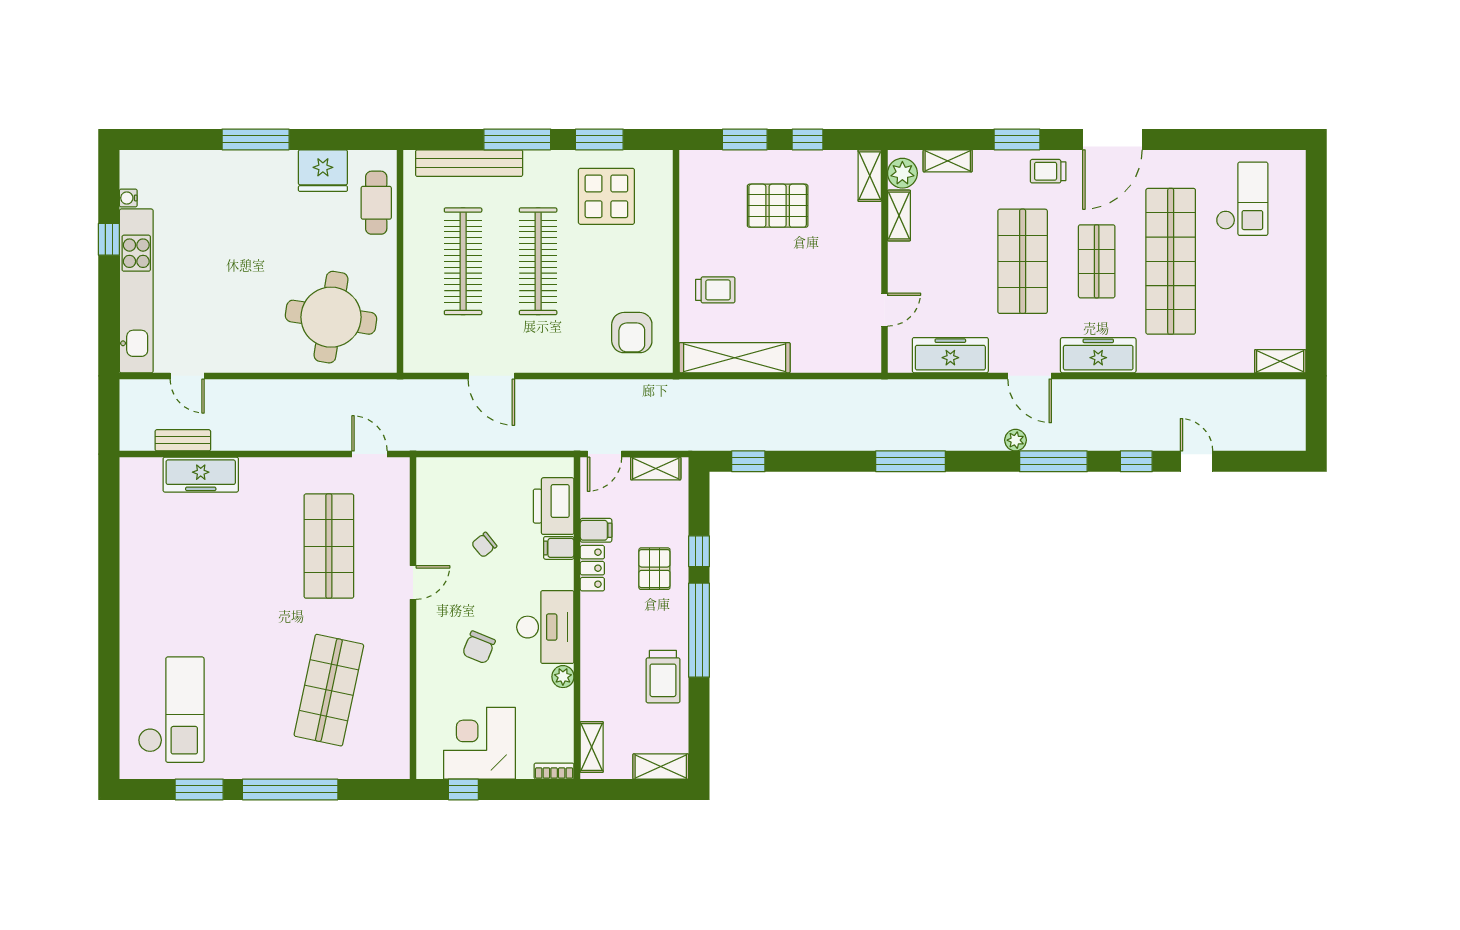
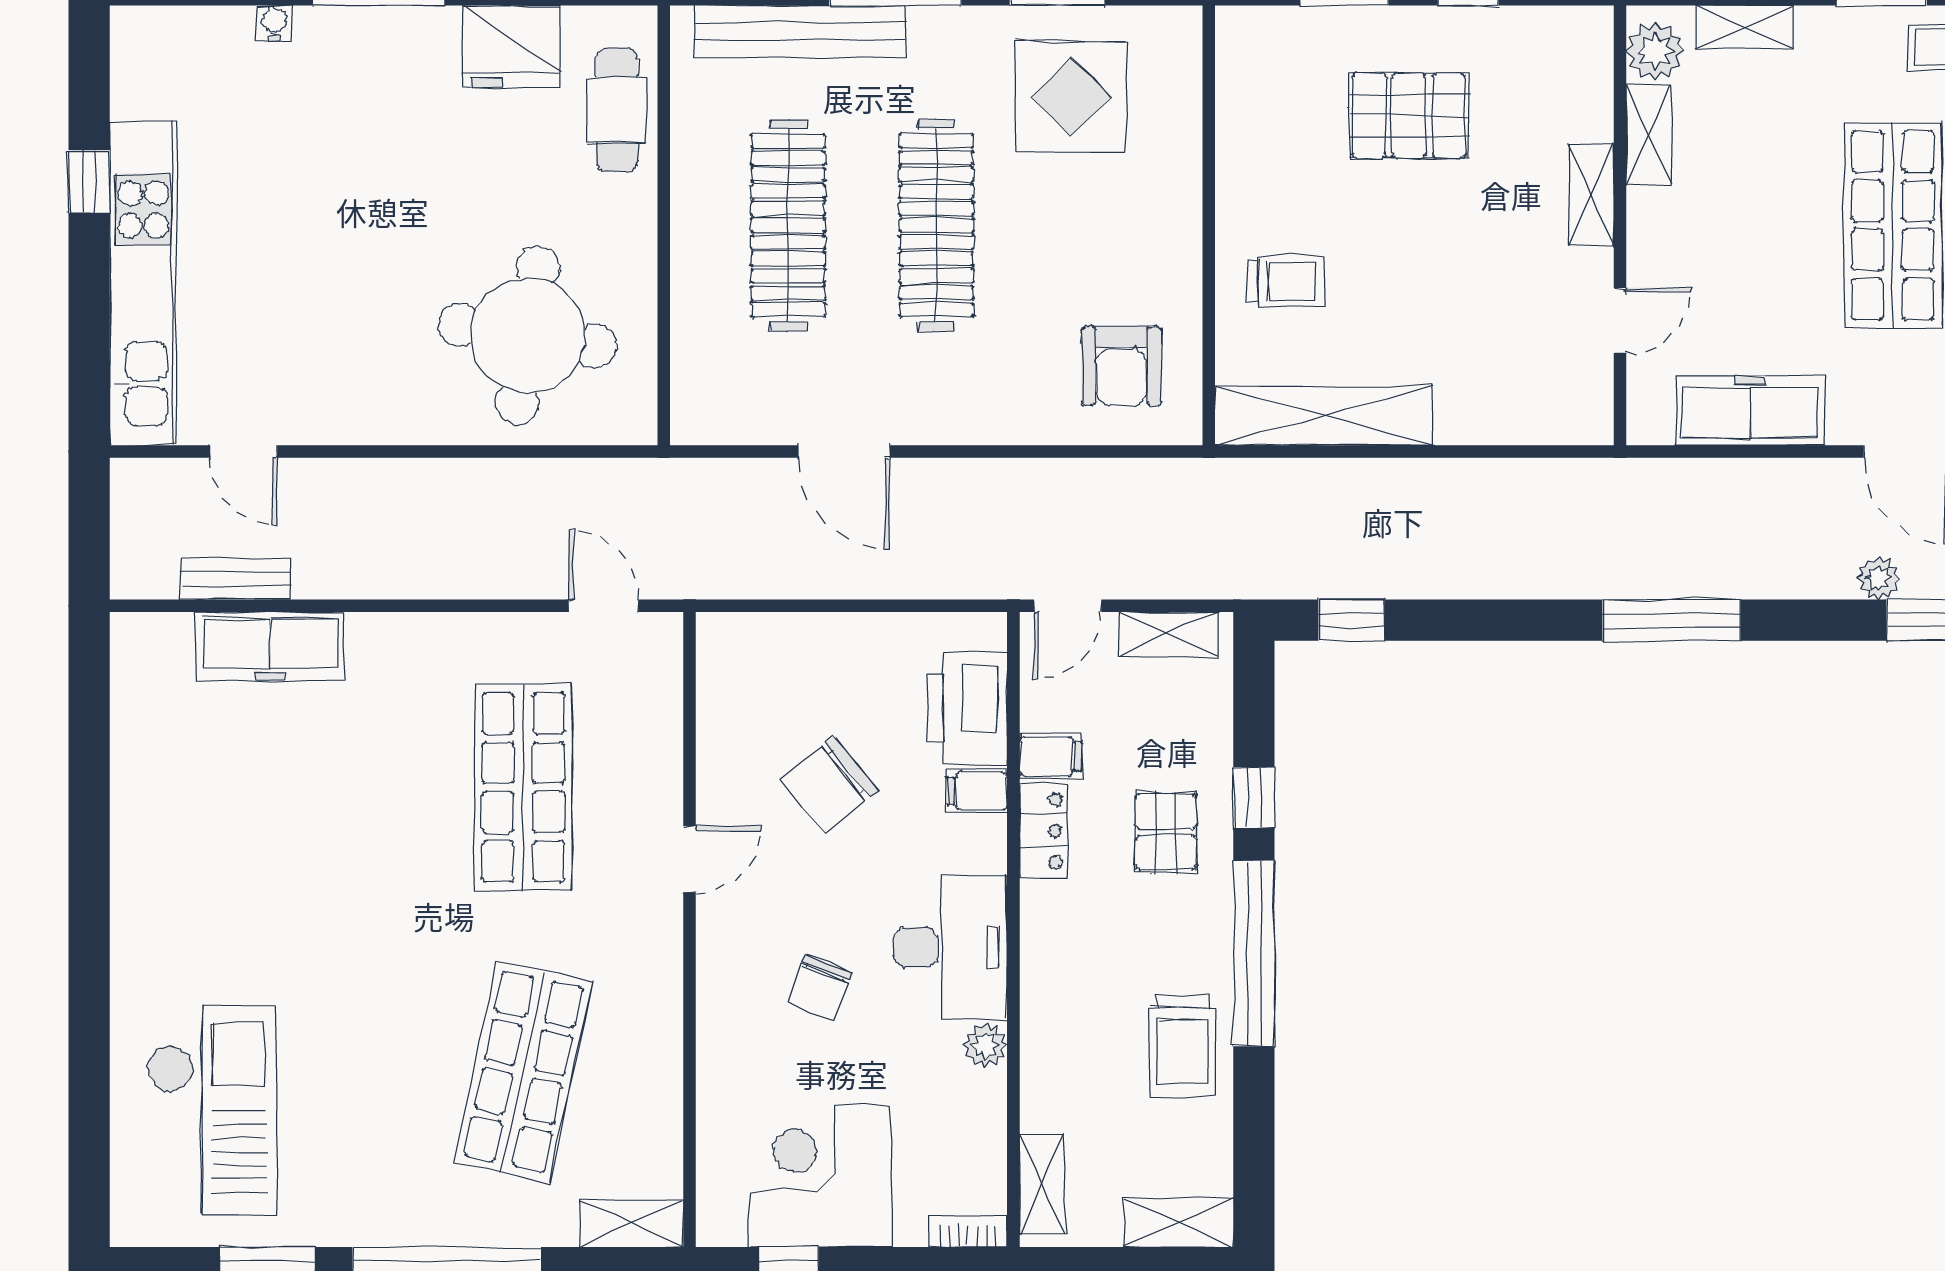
shelving: (870, 176) -> (1591, 194), moved
water cooler: (128, 198) -> (275, 23), moved, turned 90
chair: (484, 545) -> (830, 785), width x1.87, depth x1.87
shelving: (383, 767) -> (631, 1224), added

